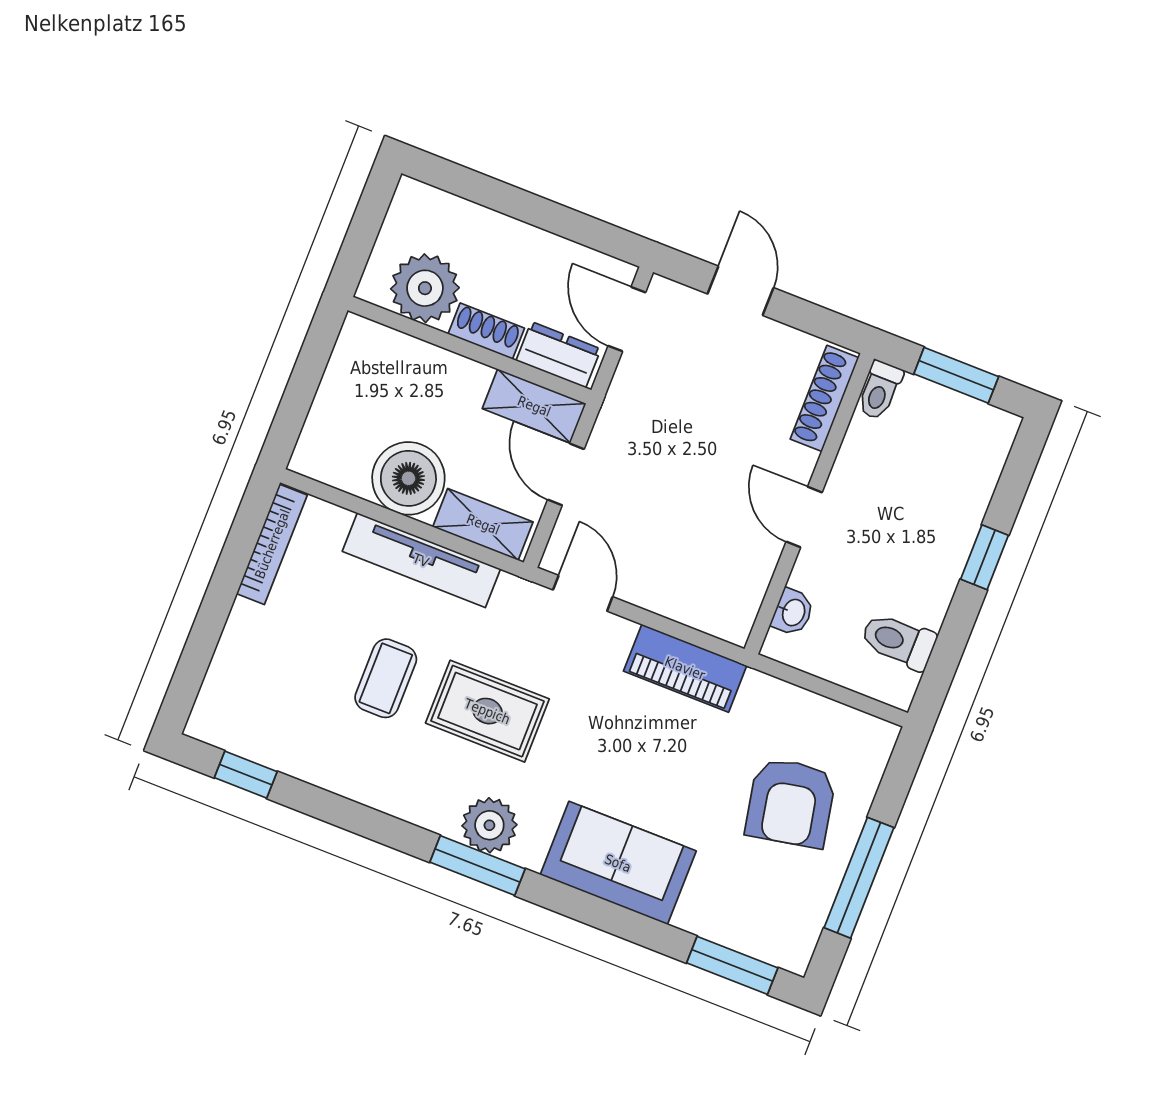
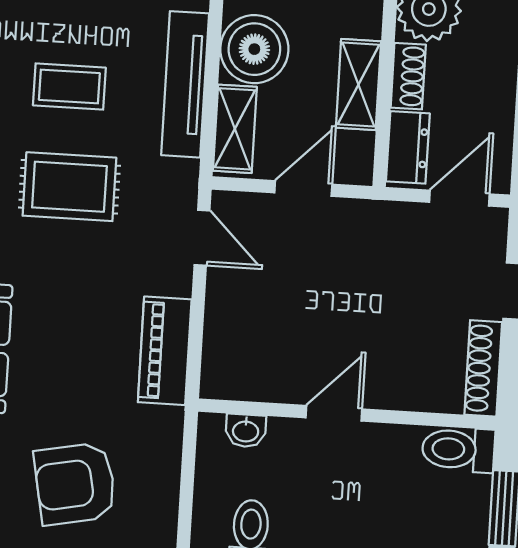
toilet: (880, 390) -> (458, 449), width x1.37, depth x1.39
shoe rack: (824, 398) -> (483, 368), moved, turned -90
shelving: (534, 406) -> (358, 85), moved
door: (583, 593) -> (202, 238), hinge flipped
rug: (487, 711) -> (69, 187), turned 90

